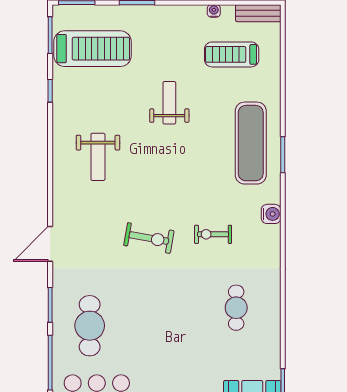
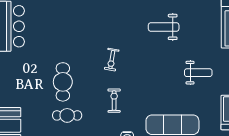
exercise bike: (149, 238) -> (112, 60), width x0.73, depth x0.72
cafe table: (90, 326) -> (63, 82), moved, turned 90

